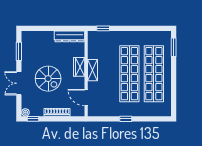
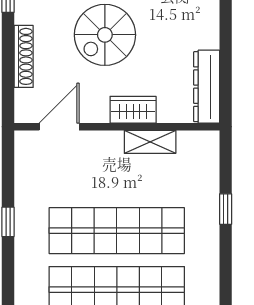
window: (103, 28) -> (226, 209), moved
shelving: (93, 70) -> (150, 142), moved

